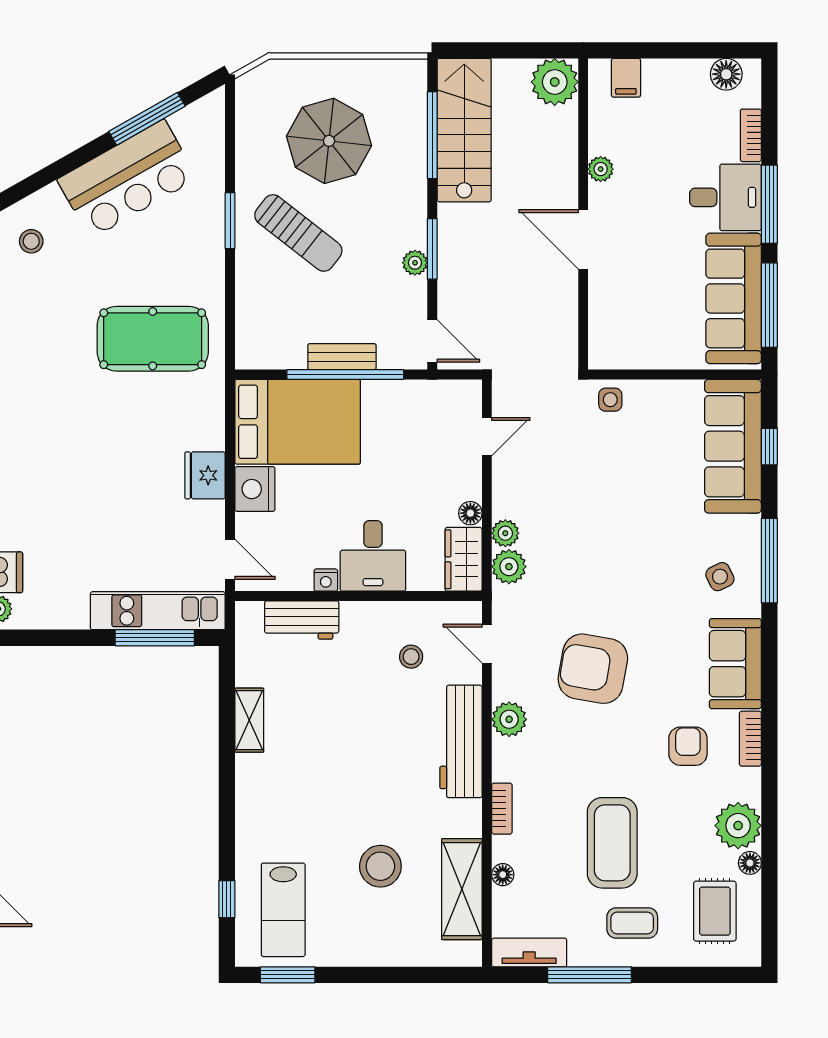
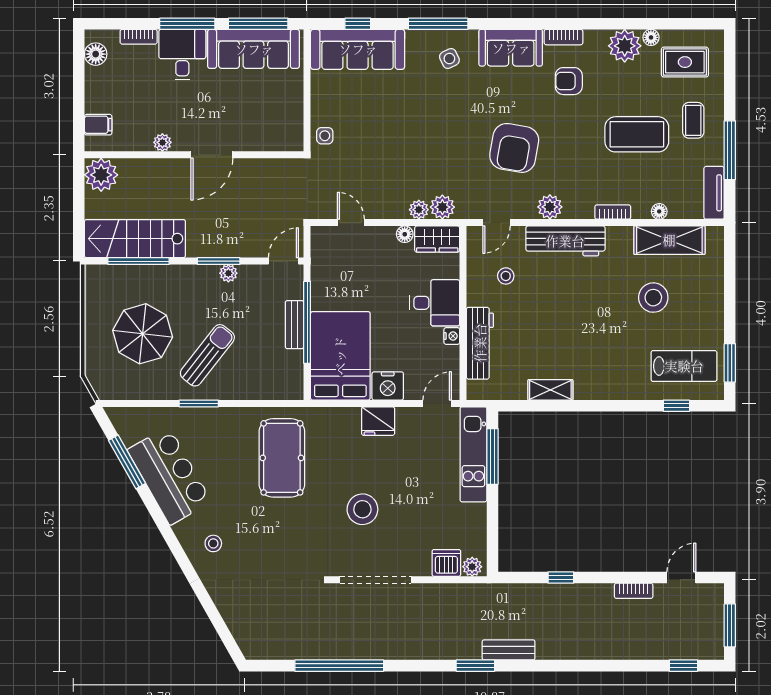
stool: (80, 453) -> (362, 509), added
workbench: (302, 620) -> (480, 343), width x1.38

